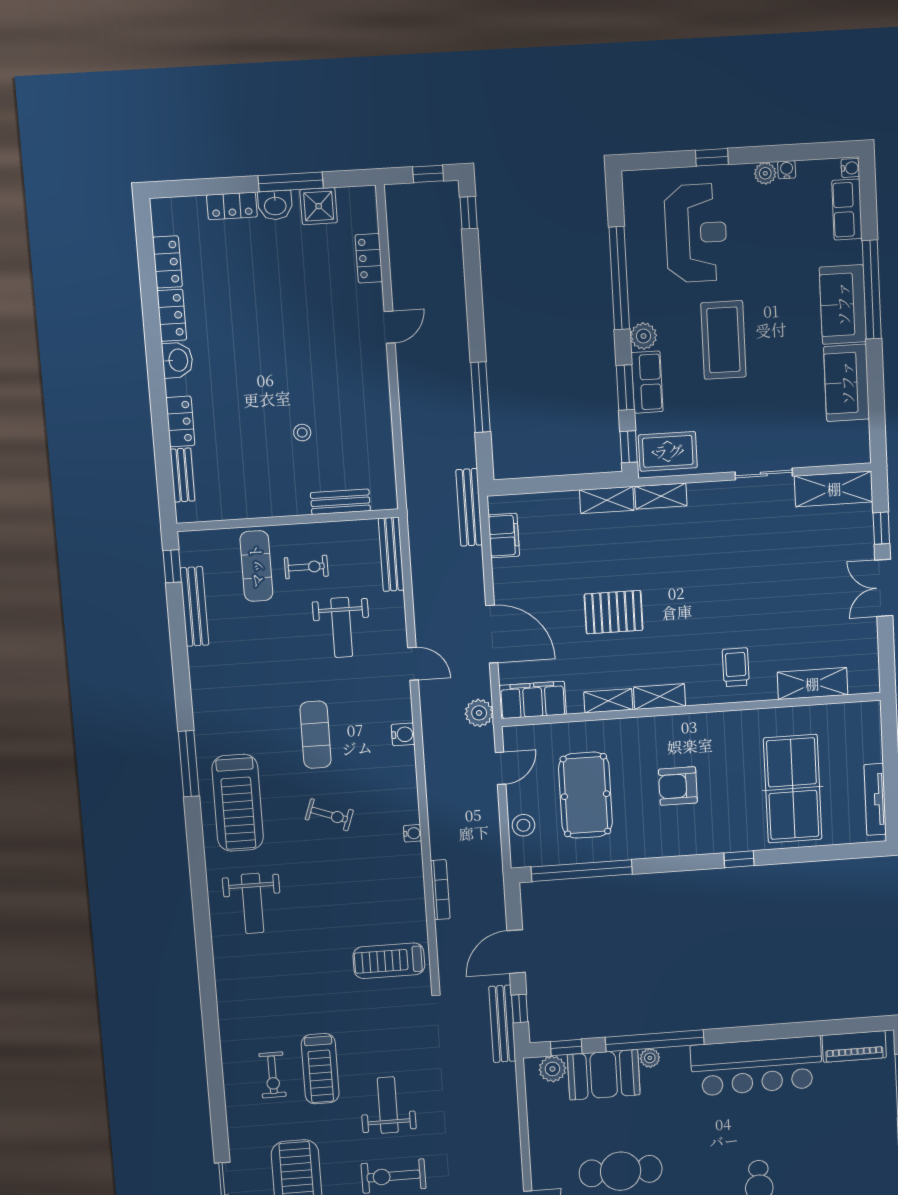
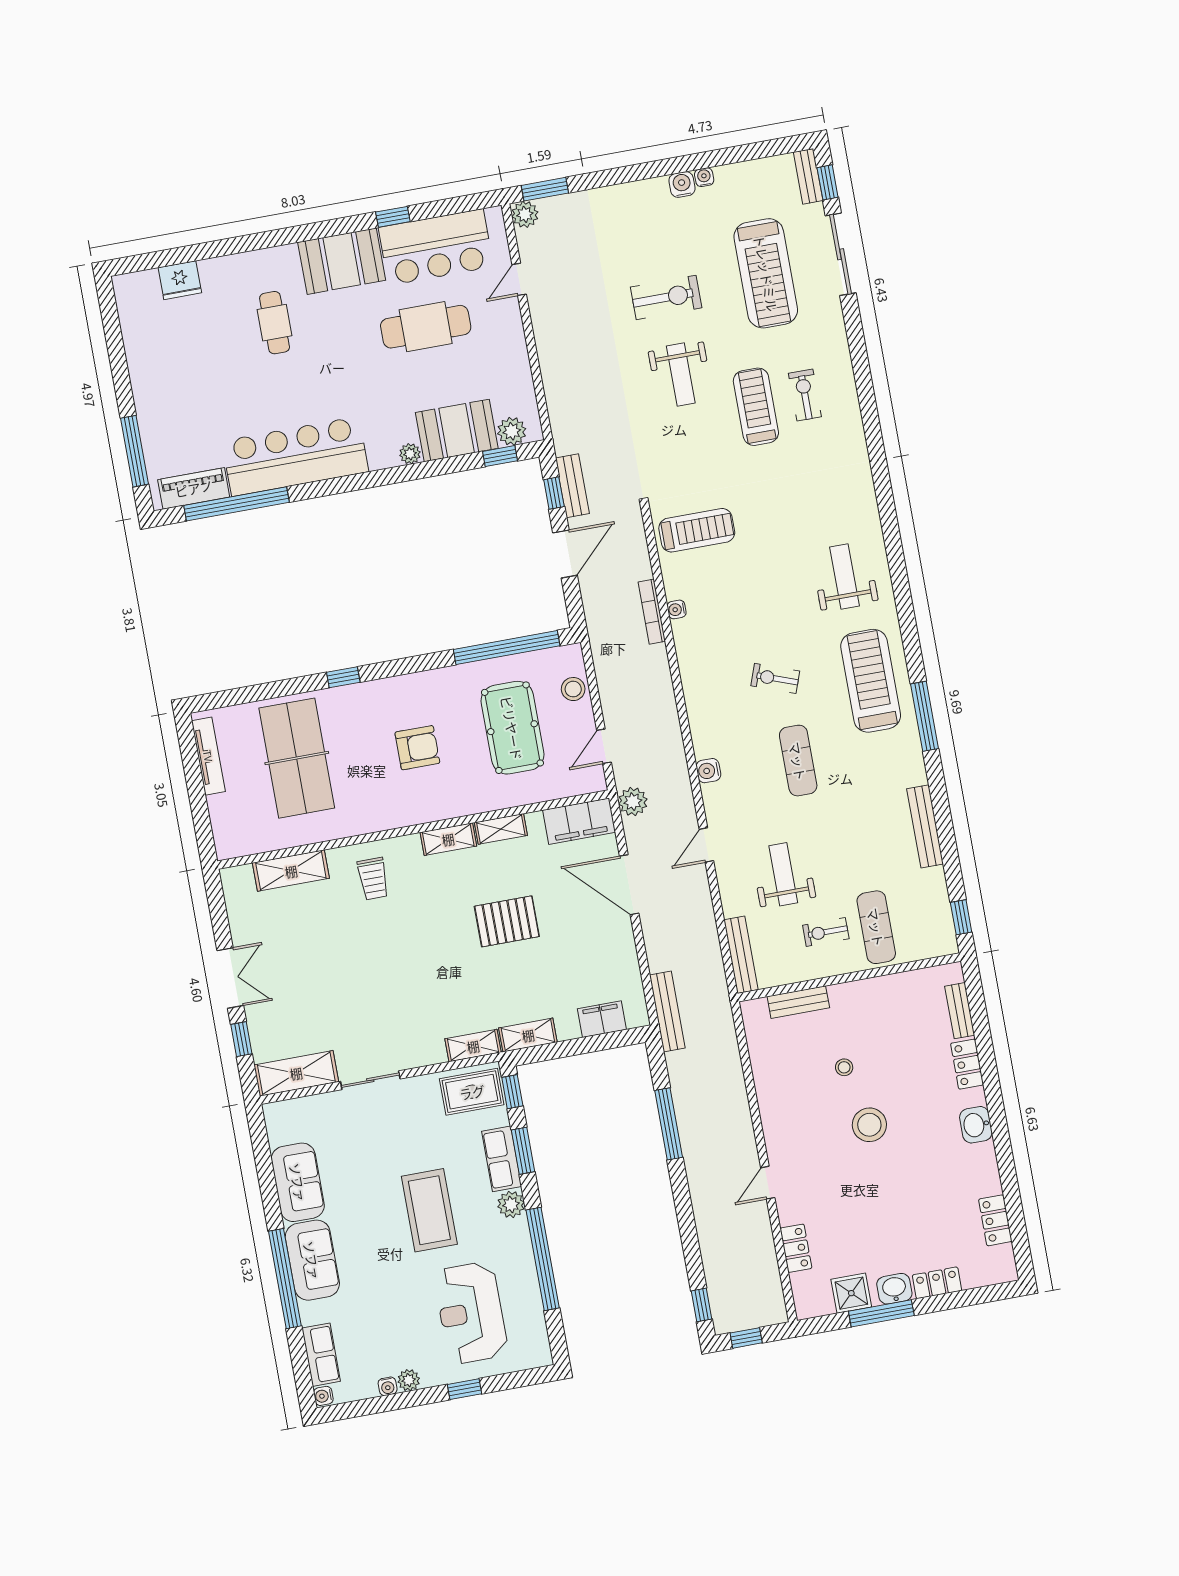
locker: (172, 315) -> (986, 1169), removed
stool: (283, 373) -> (869, 1125), added
filing cabinet: (504, 536) -> (602, 1019), moved, turned 90
bench: (194, 607) -> (925, 826), moved
door: (413, 664) -> (706, 845), hinge flipped
water cooler: (413, 833) -> (677, 609), moved
bench: (502, 1024) -> (572, 486), width x0.73
window: (655, 1041) -> (237, 504), moved

